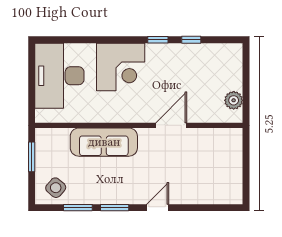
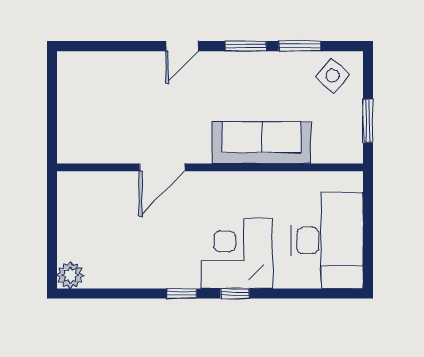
window: (191, 40) -> (235, 294), moved
plant: (234, 100) -> (70, 275), moved

